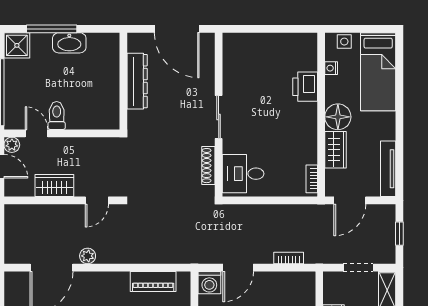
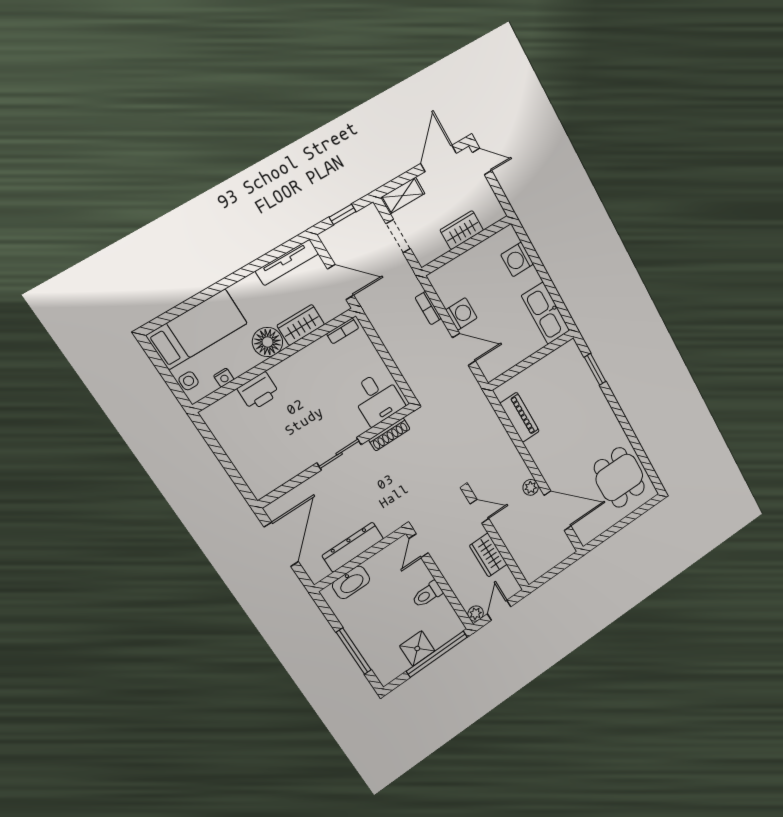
washbasin: (69, 43) -> (351, 582), moved, turned 90
shower: (17, 45) -> (417, 648), moved
door: (36, 133) -> (419, 546), moved
washing machine: (209, 283) -> (461, 314), moved

